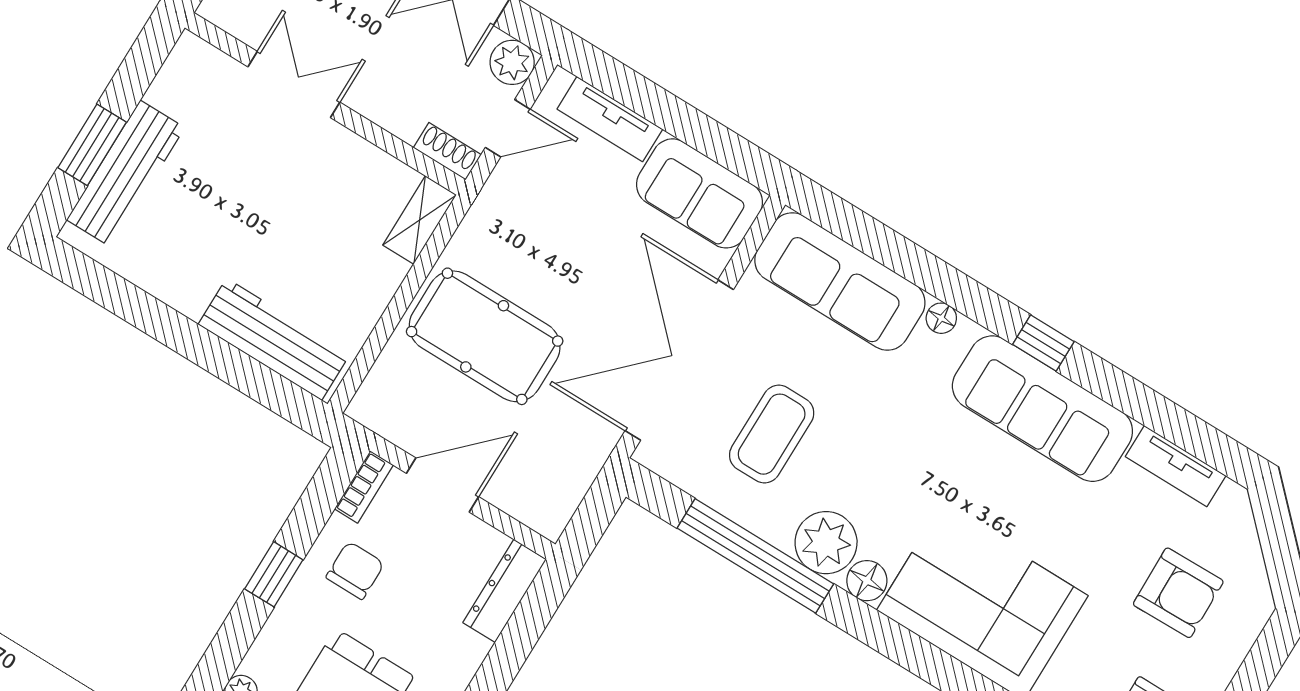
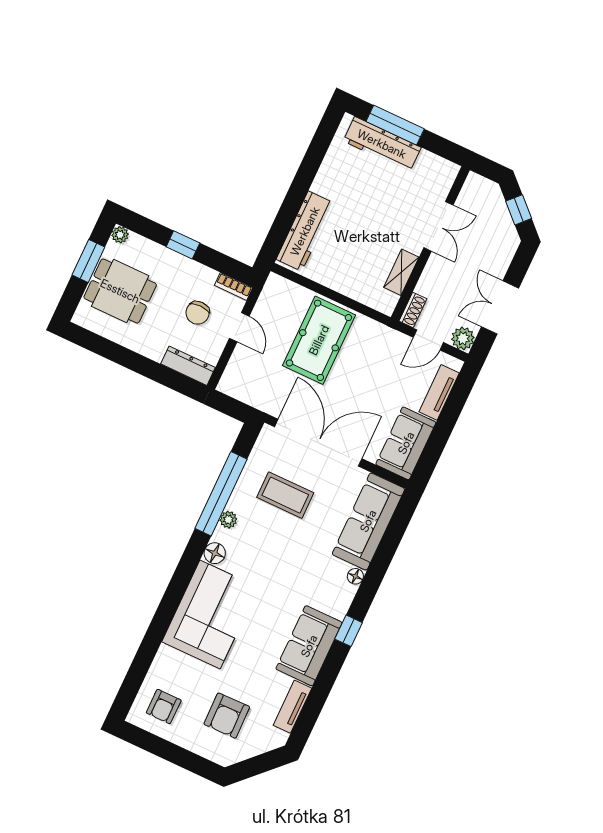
door: (508, 128) -> (428, 340), hinge flipped
window: (92, 145) -> (395, 125), width x1.44
shelving: (420, 220) -> (401, 272), moved, turned 90
sofa: (1042, 409) -> (309, 646), width x0.73
door: (442, 485) -> (239, 327), width x0.73
plant: (826, 543) -> (228, 520), width x0.53, depth x0.53
chair: (355, 570) -> (198, 313), moved, turned 90

